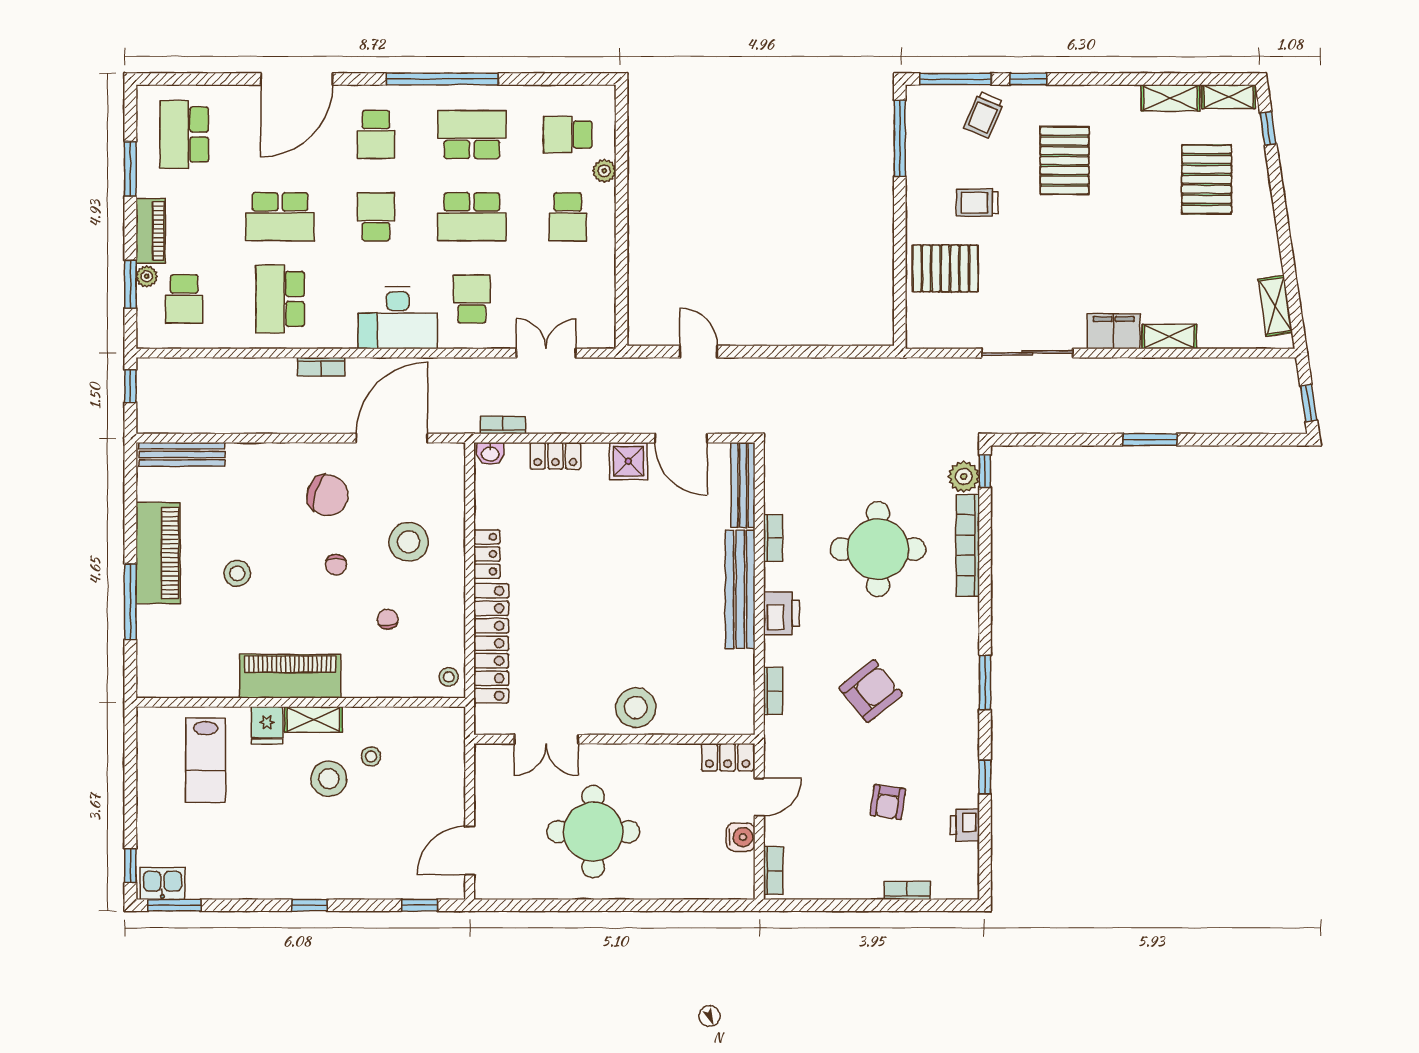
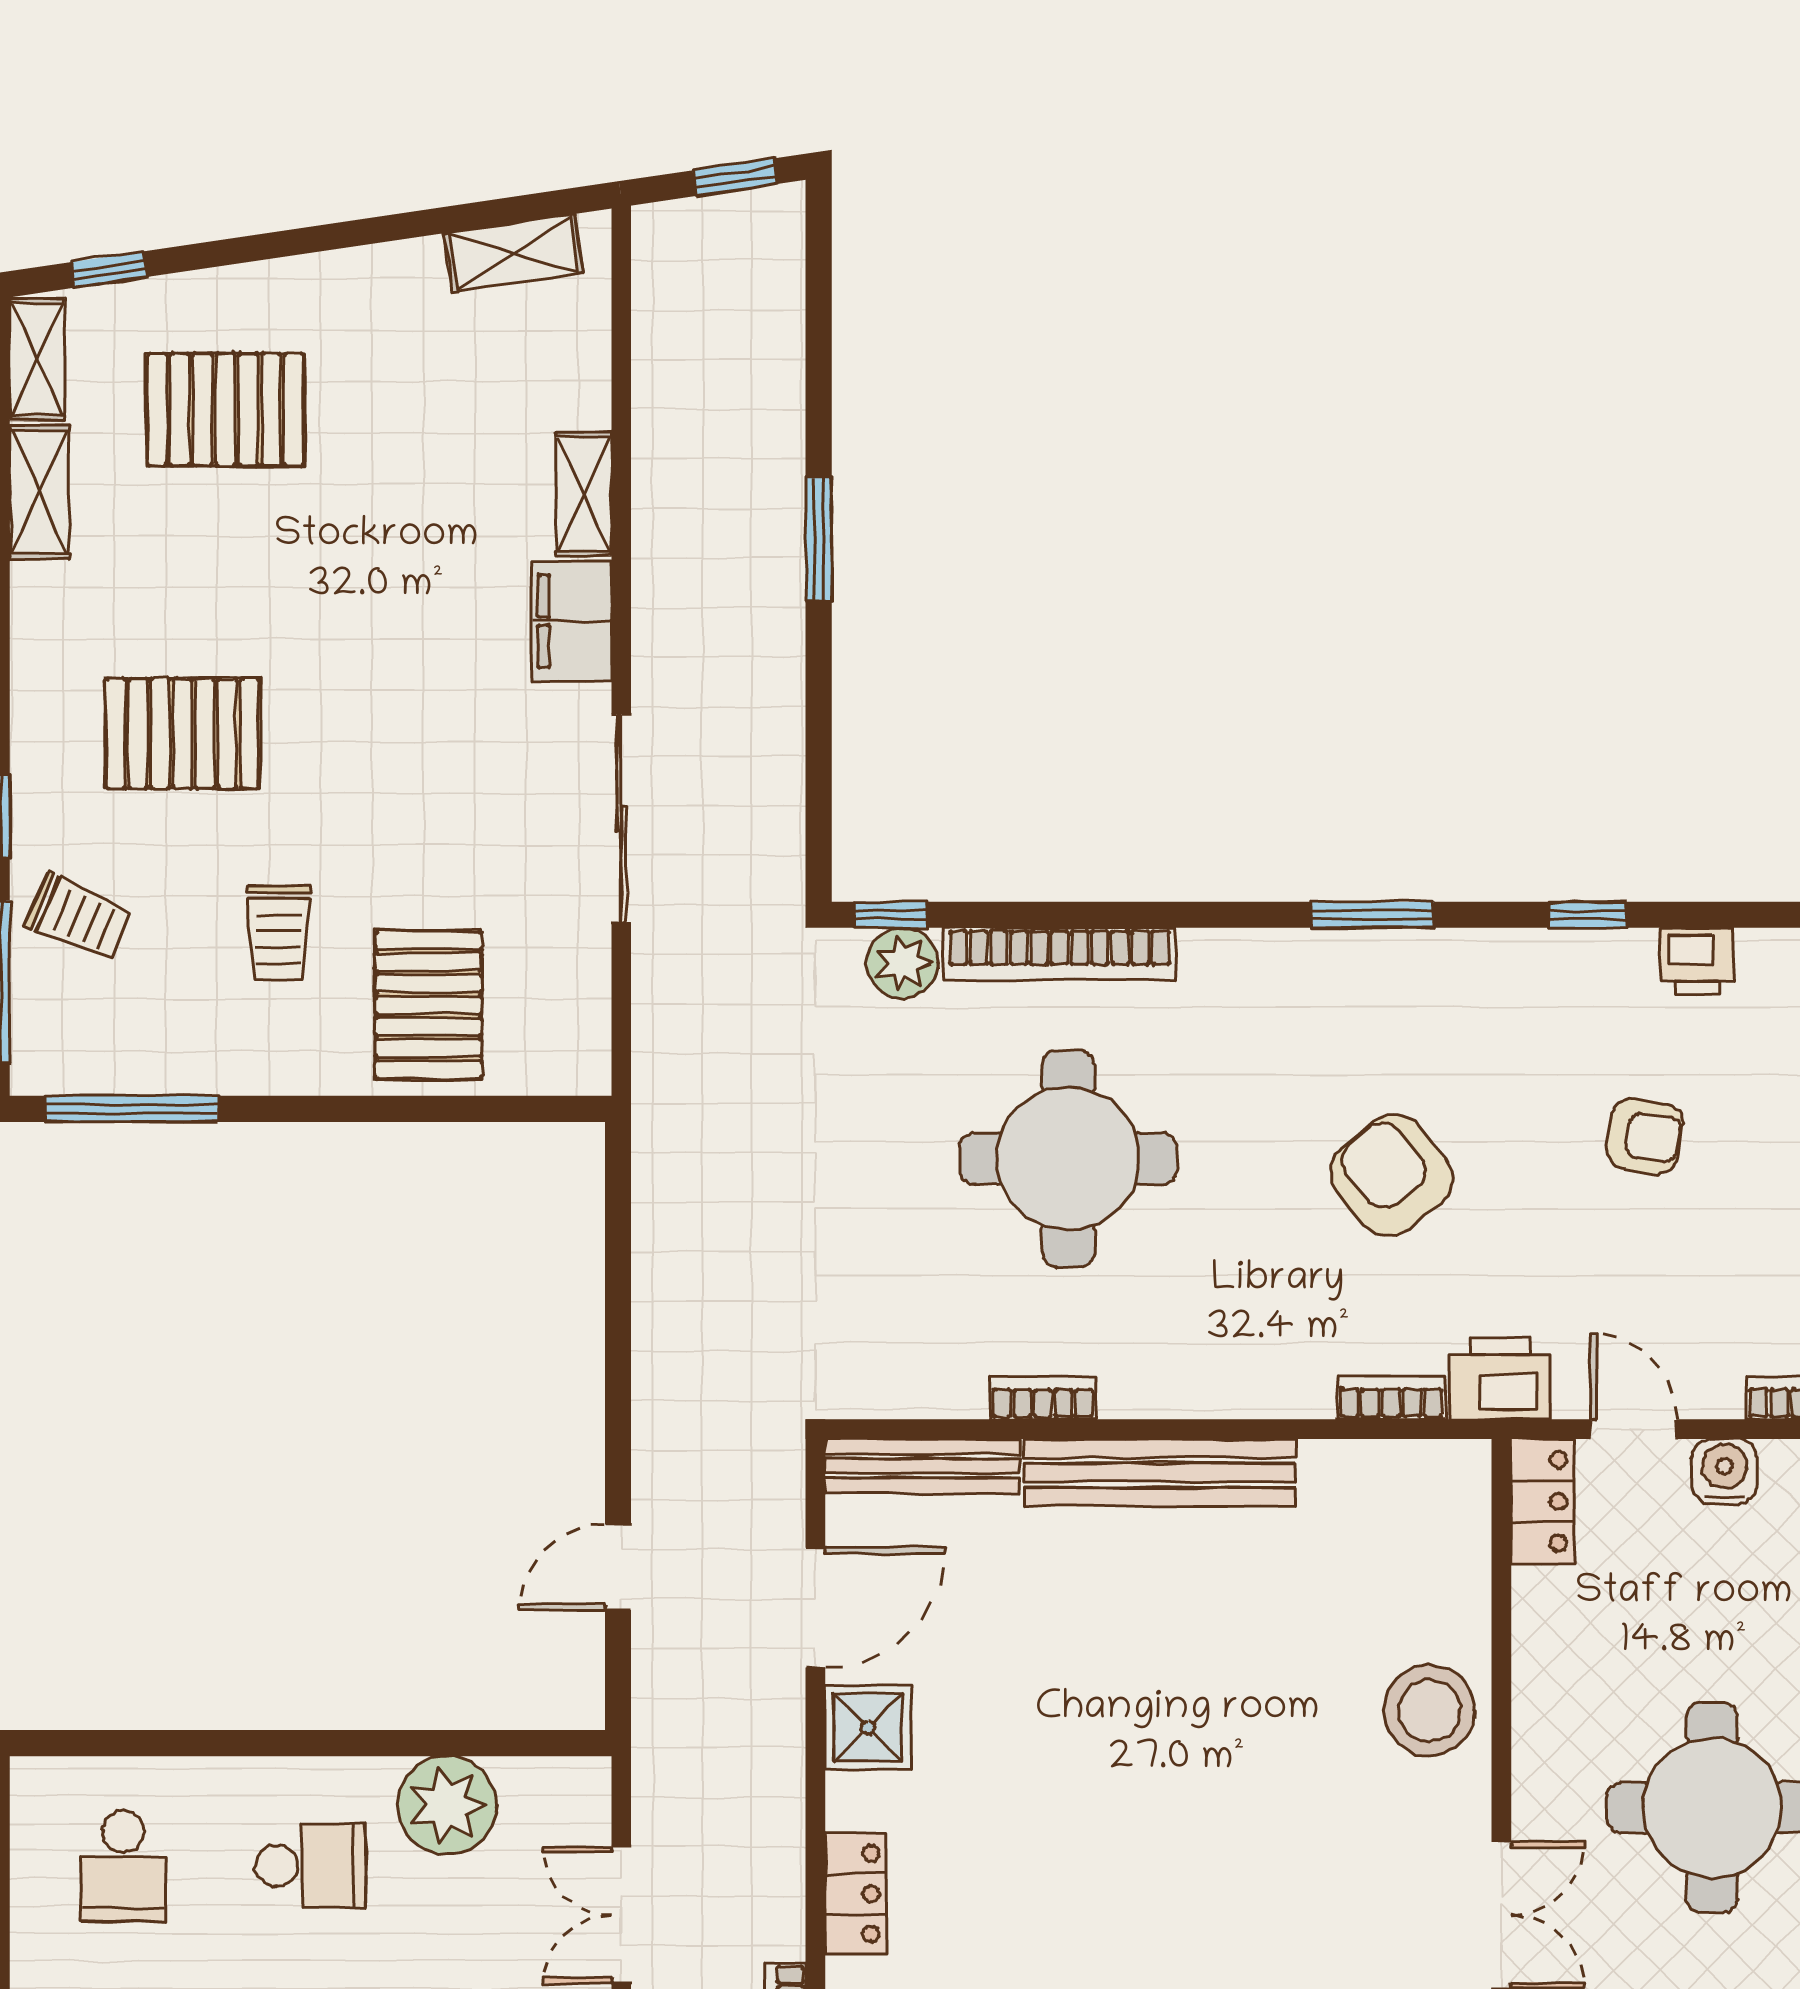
plant: (604, 171) -> (447, 1805), moved, width x1.88, depth x1.88
printer: (781, 613) -> (1500, 1379), moved

